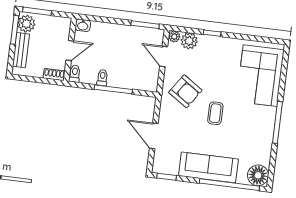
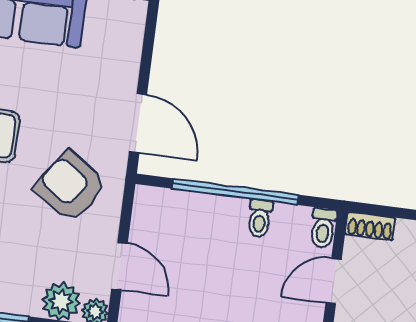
window: (113, 89) -> (235, 192), width x1.46
door: (154, 136) -> (138, 123), moved

